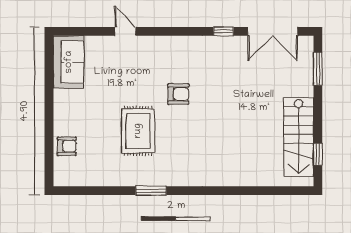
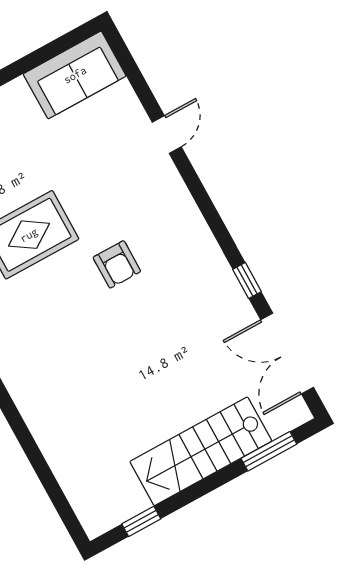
stairs: (299, 137) -> (201, 451), moved

